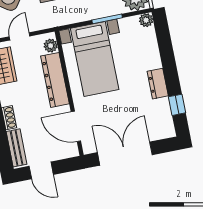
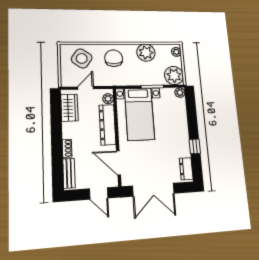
dresser: (158, 84) -> (186, 169), moved
window: (177, 105) -> (195, 146), moved
double door: (125, 154) -> (153, 190), swing flipped
door: (41, 170) -> (99, 193), moved

